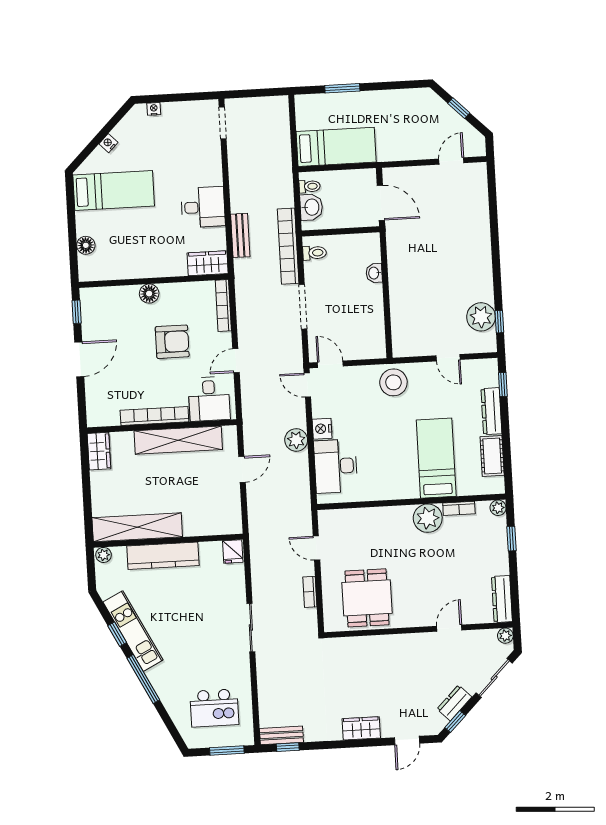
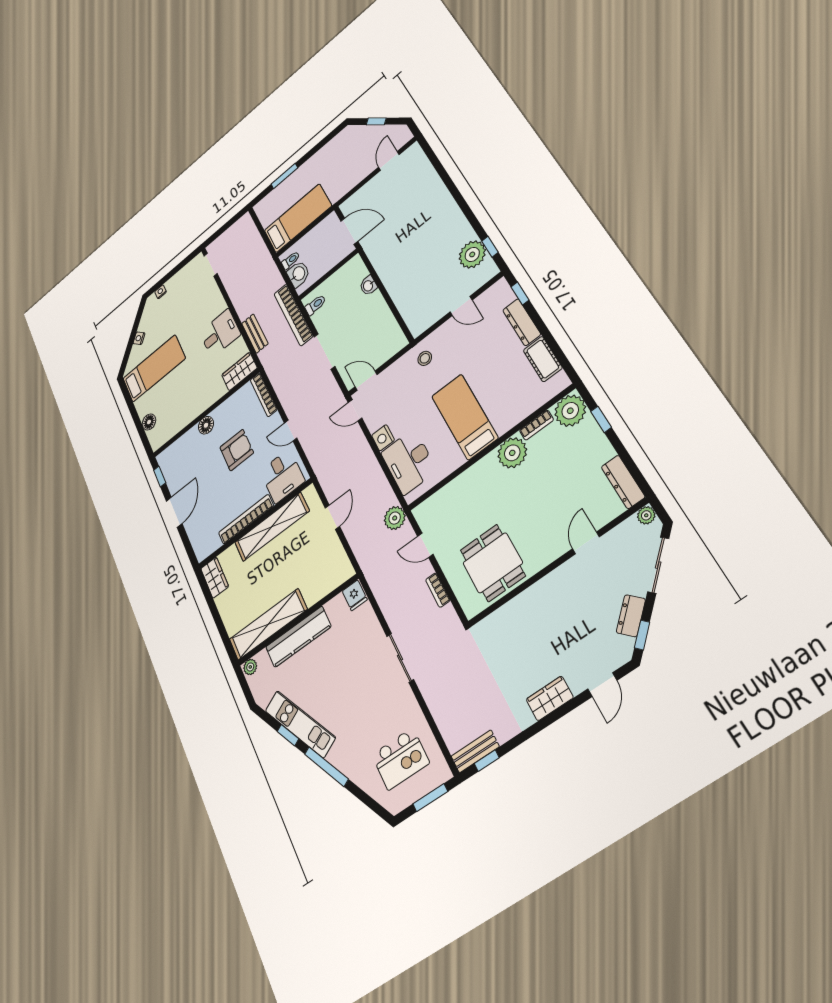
door: (236, 361) -> (291, 431), hinge flipped
stool: (393, 382) -> (425, 358), width x0.53, depth x0.53
plant: (296, 440) -> (395, 518), moved
bed: (436, 458) -> (465, 417), moved
plant: (498, 508) -> (570, 411), width x1.88, depth x1.88

